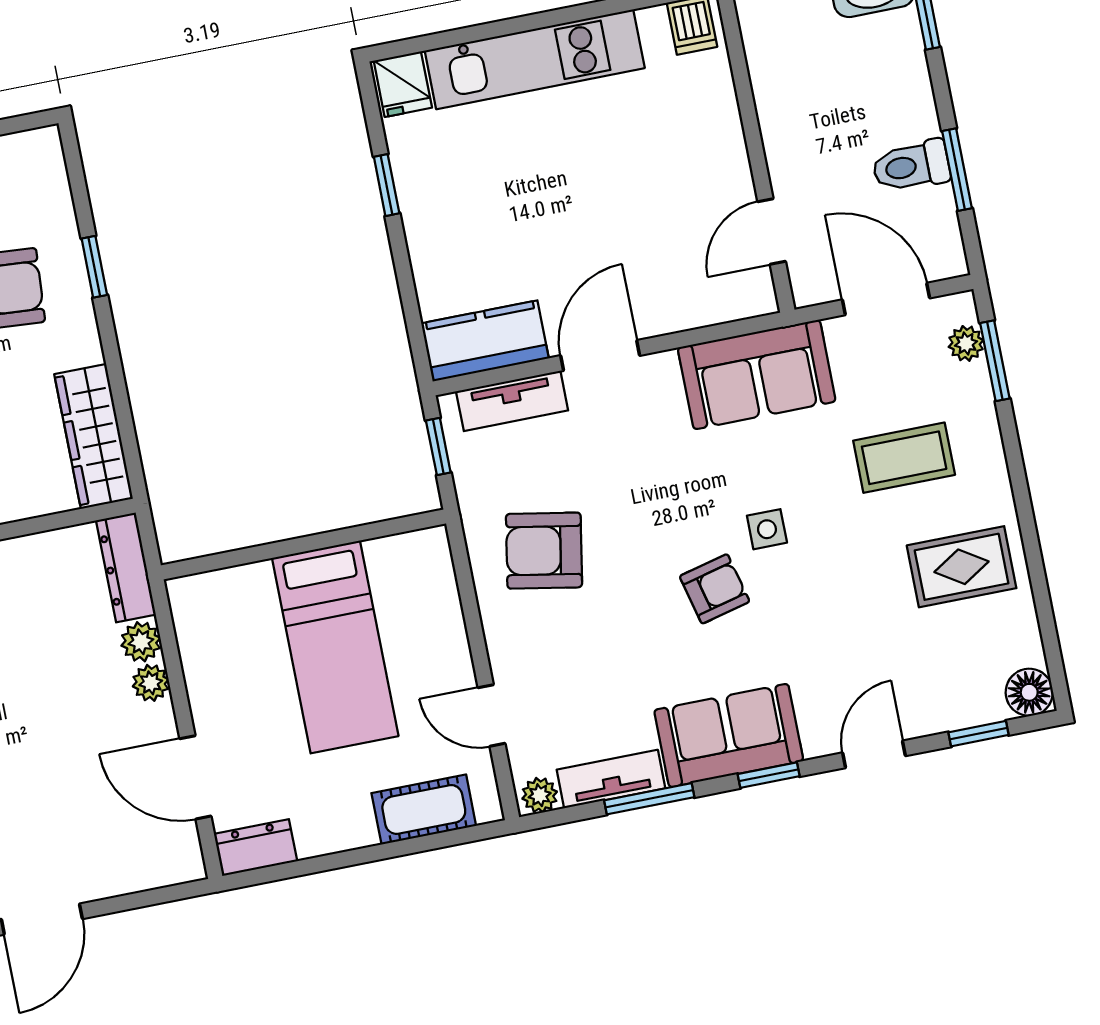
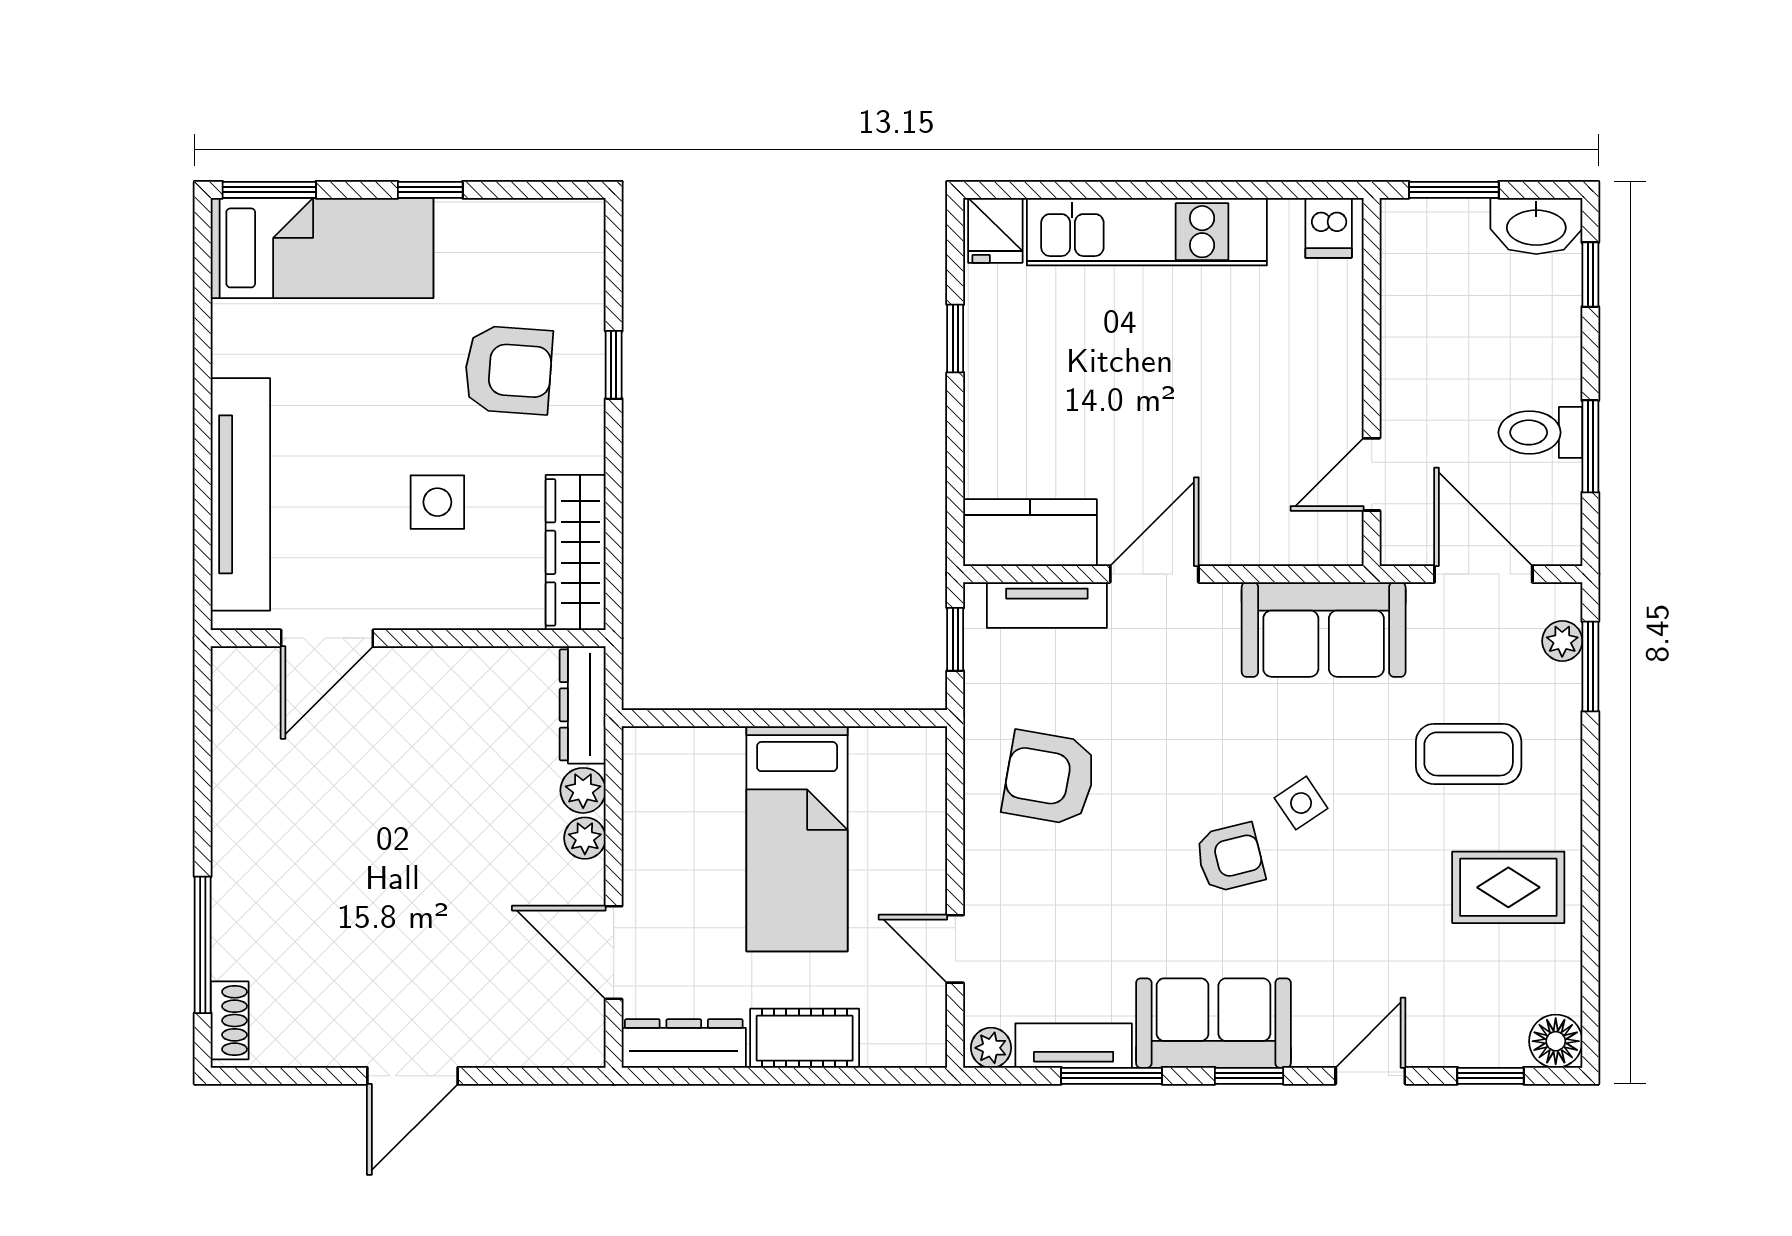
side table: (767, 529) -> (1301, 803), turned -34
cot: (424, 809) -> (805, 1038), moved
dresser: (256, 848) -> (684, 1043), width x1.44

